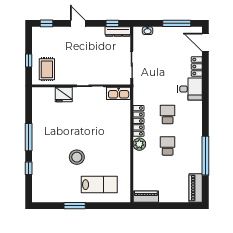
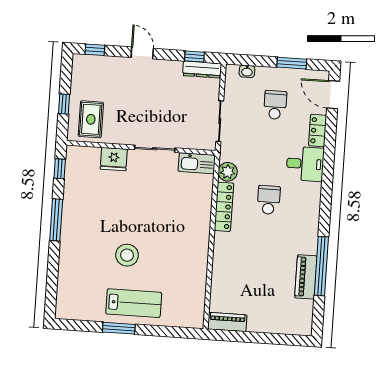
window: (177, 23) -> (292, 63), width x0.69
plant: (139, 144) -> (228, 172), moved
school desk: (168, 146) -> (275, 105), moved
window: (29, 168) -> (60, 169), moved
lab bench: (99, 185) -> (134, 303), moved
piano: (196, 188) -> (306, 277), moved

